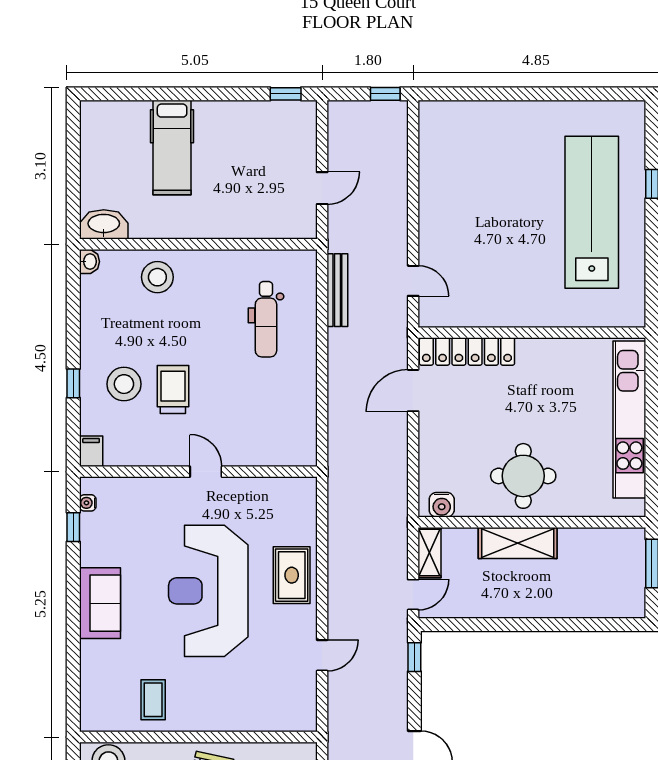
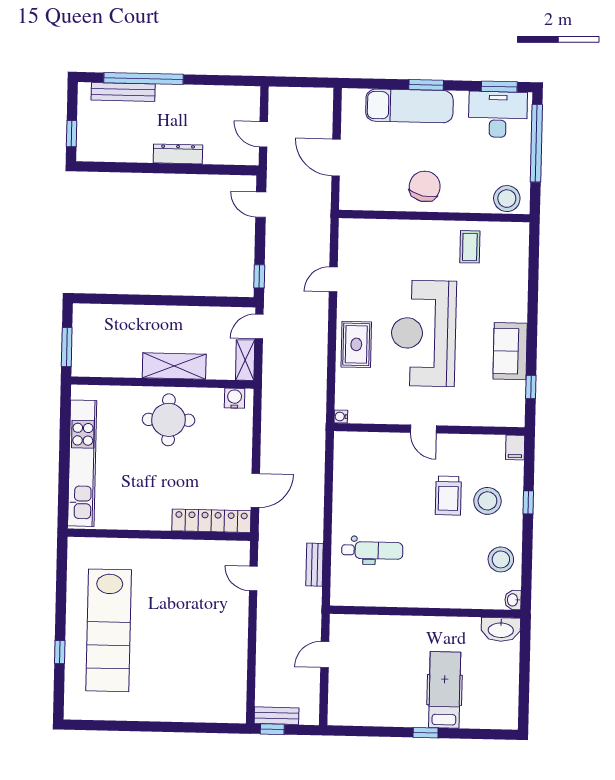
window: (286, 94) -> (426, 733), moved
bench: (380, 111) -> (277, 716), added
stool: (157, 277) -> (501, 559), moved
bench: (337, 290) -> (315, 565), width x0.73
dental chair: (266, 319) -> (372, 550), turned 90
water cooler: (88, 503) -> (341, 417), moved, turned 180
reception desk: (208, 591) -> (424, 333), turned 180
sofa: (100, 603) -> (510, 351), moved

